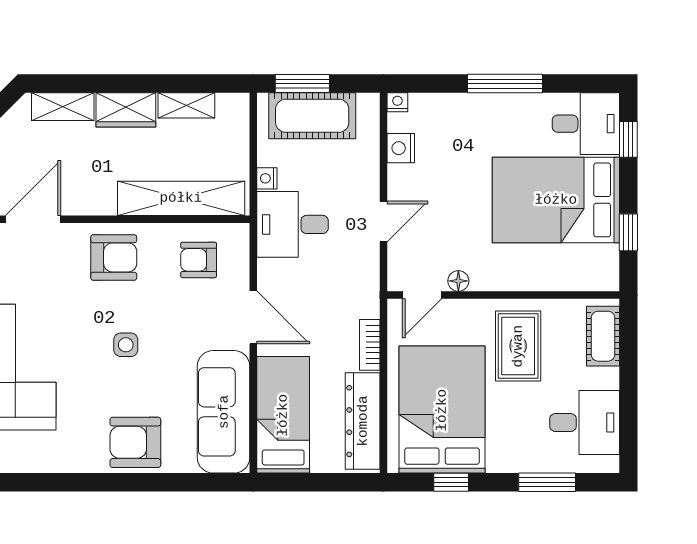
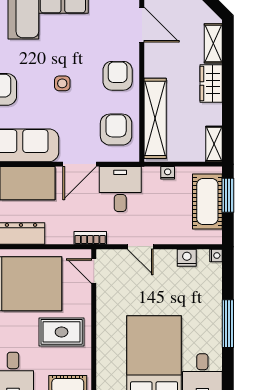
shelving: (186, 105) -> (214, 144), moved
desk: (292, 224) -> (120, 189), moved
armchair: (114, 257) -> (118, 76), turned 180
armchair: (199, 260) -> (116, 130), width x1.38, depth x1.38
floor lamp: (458, 281) -> (103, 294), removed
bookcase: (370, 345) -> (90, 238), moved

